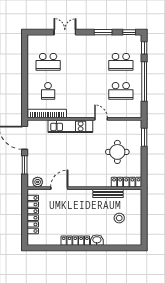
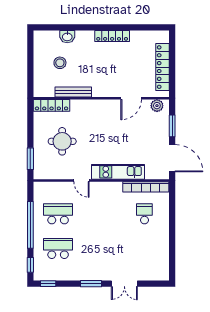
window: (103, 32) -> (91, 284), moved
school desk: (48, 62) -> (144, 248), removed
washbasin: (97, 240) -> (67, 37), moved

